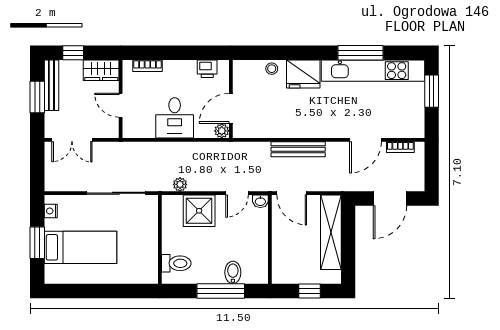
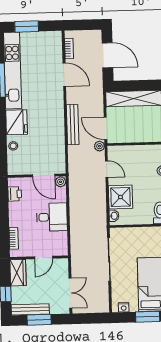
plant: (180, 184) -> (99, 146), moved
door: (292, 193) -> (105, 128), swing flipped
washbasin: (260, 201) -> (114, 216), moved

